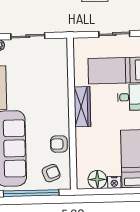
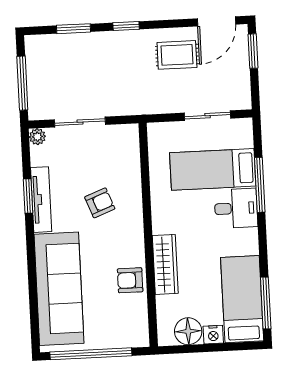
wardrobe: (82, 107) -> (165, 264), moved
armchair: (51, 173) -> (100, 203), moved

